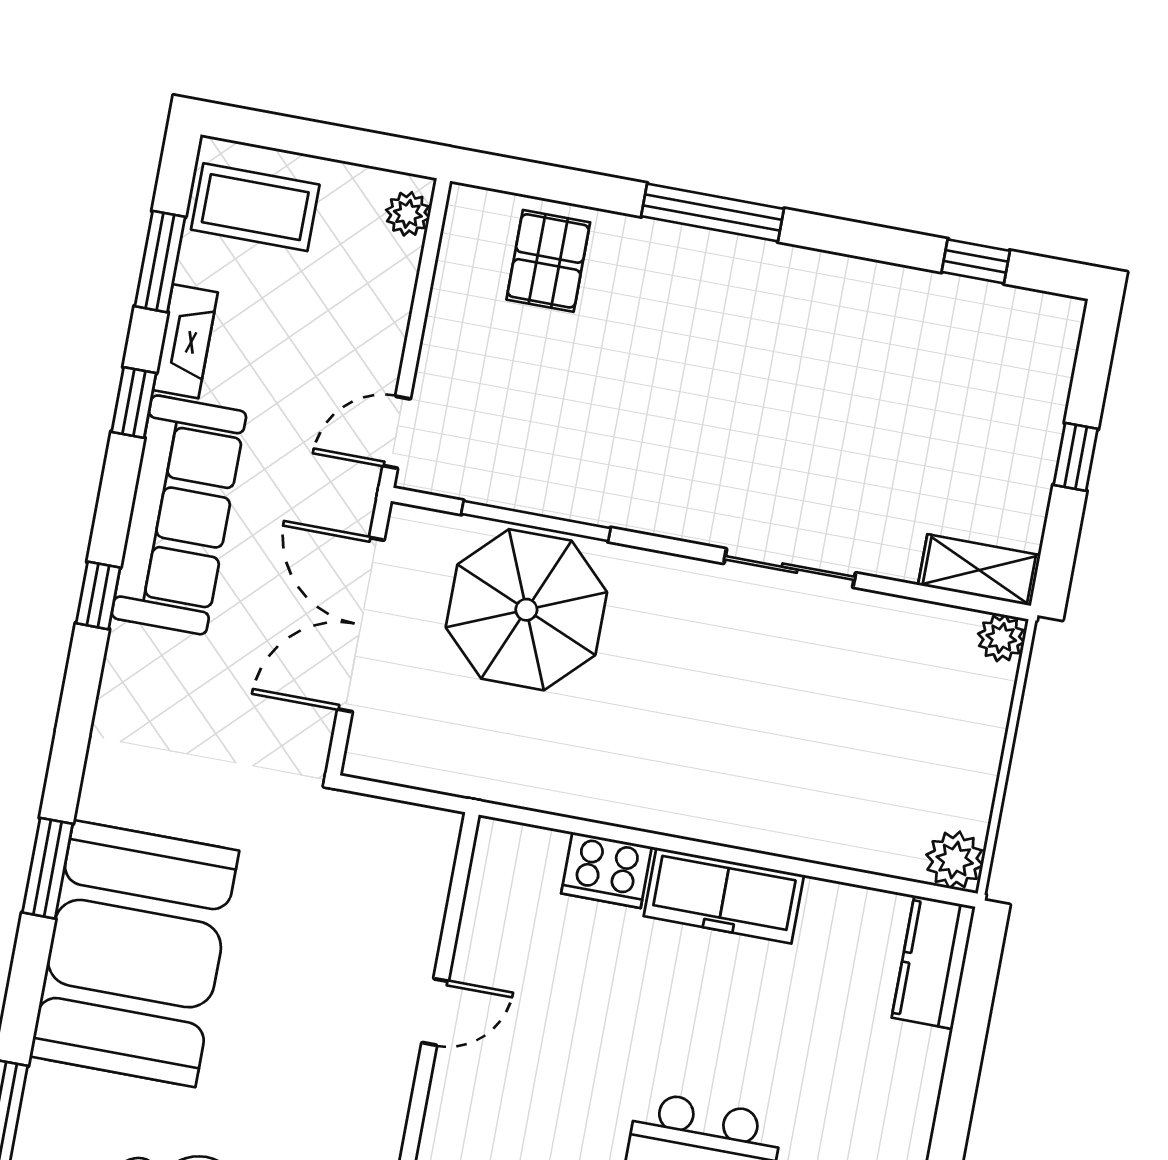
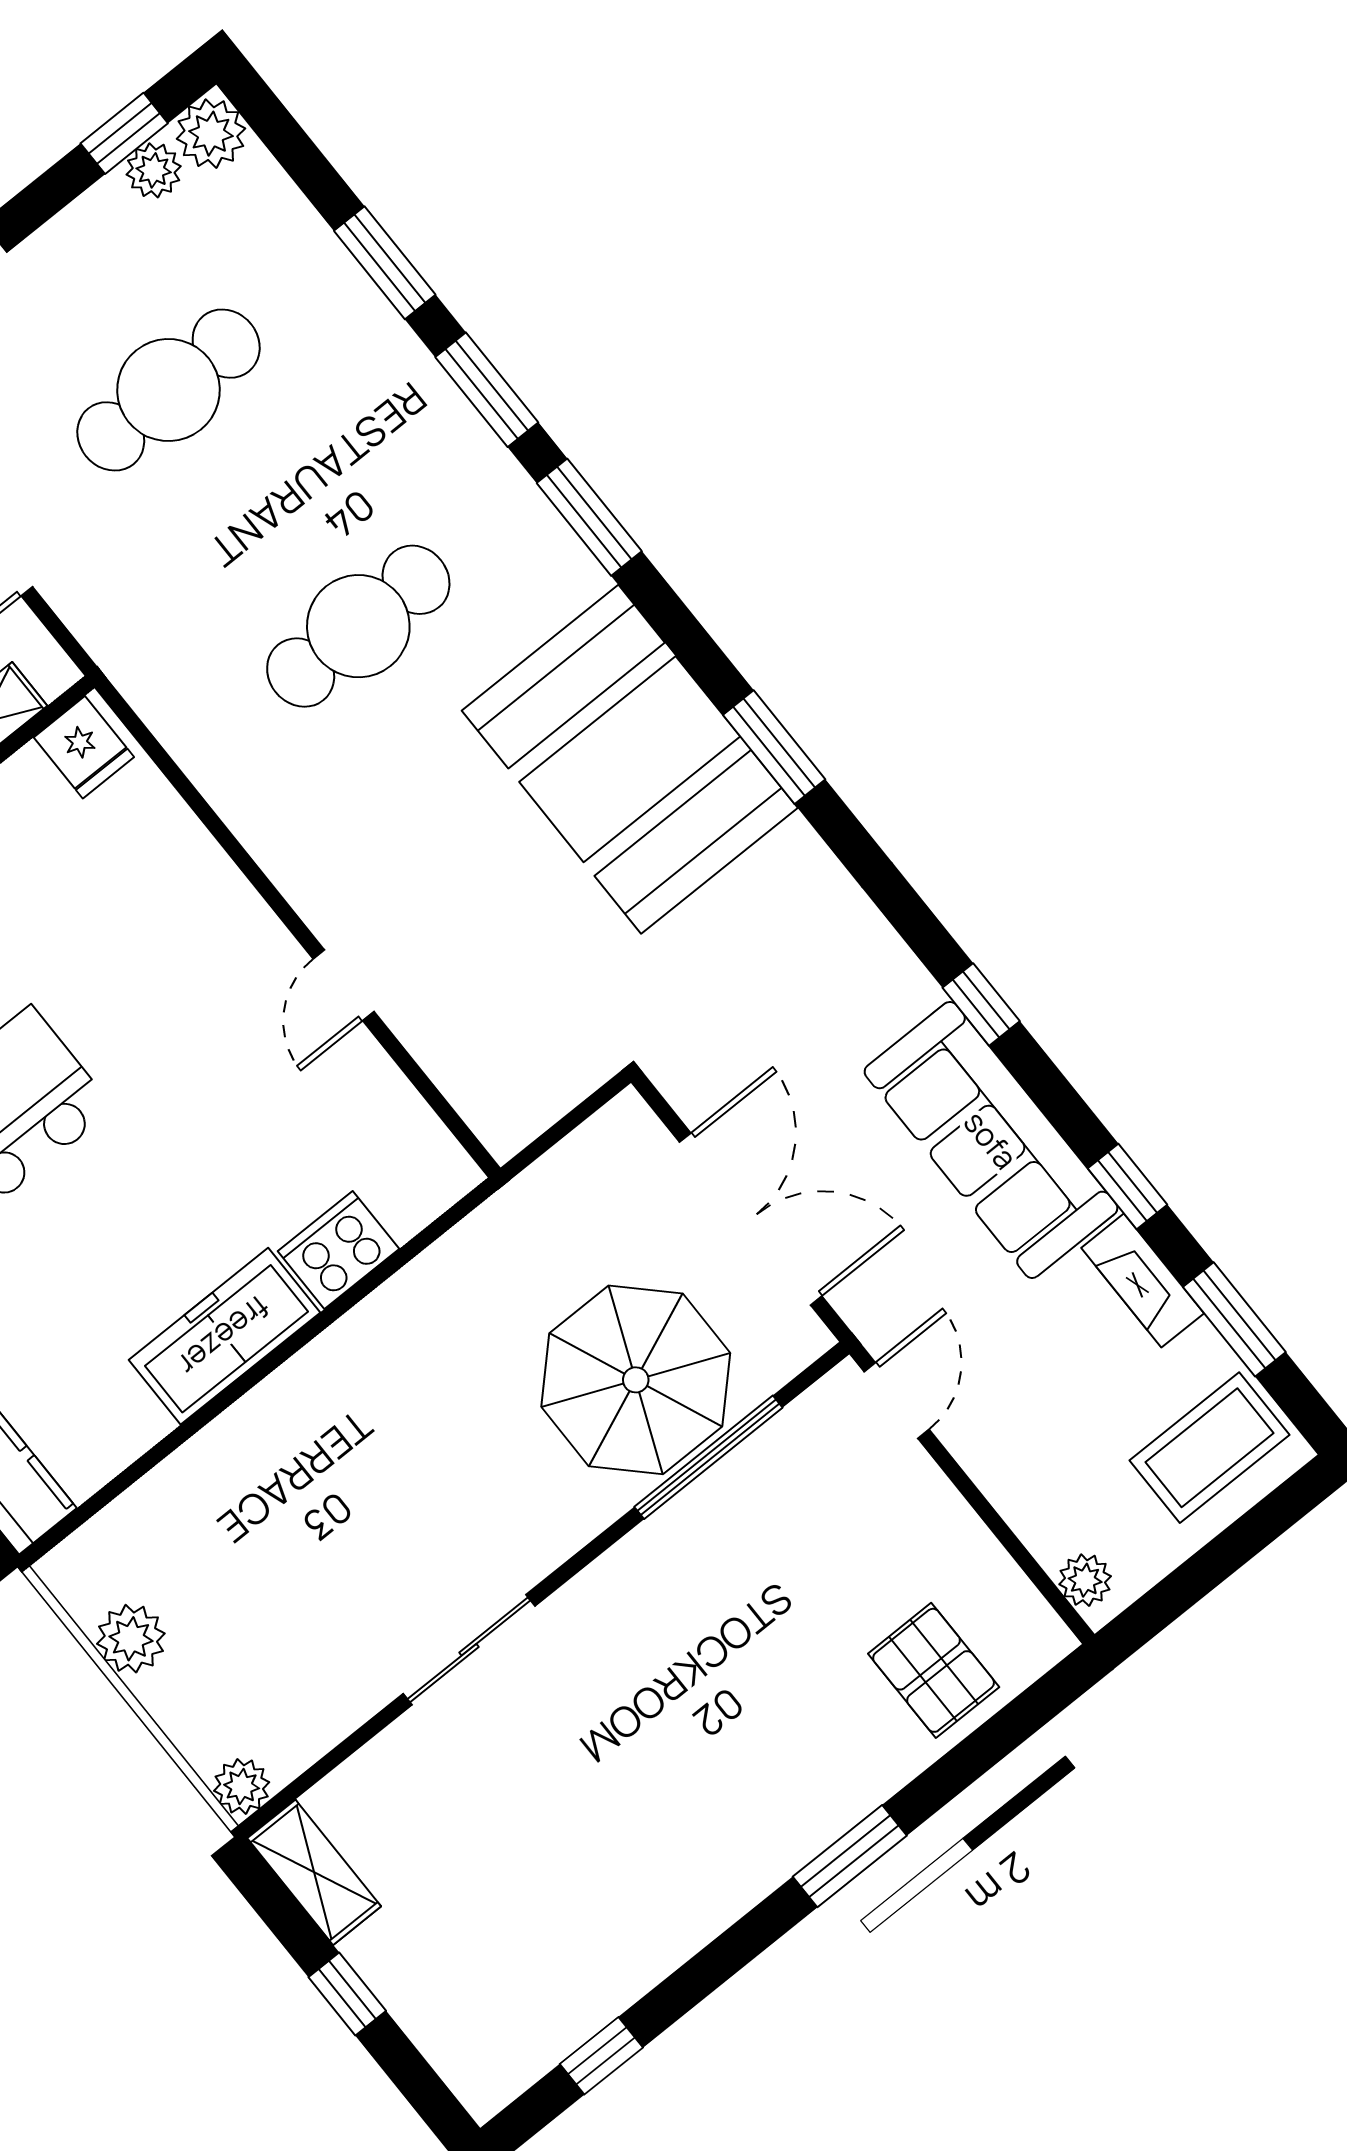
window: (712, 213) -> (850, 1856), width x0.69
shelving: (979, 570) -> (314, 1872), moved, turned 90
plant: (955, 860) -> (131, 1639), moved

